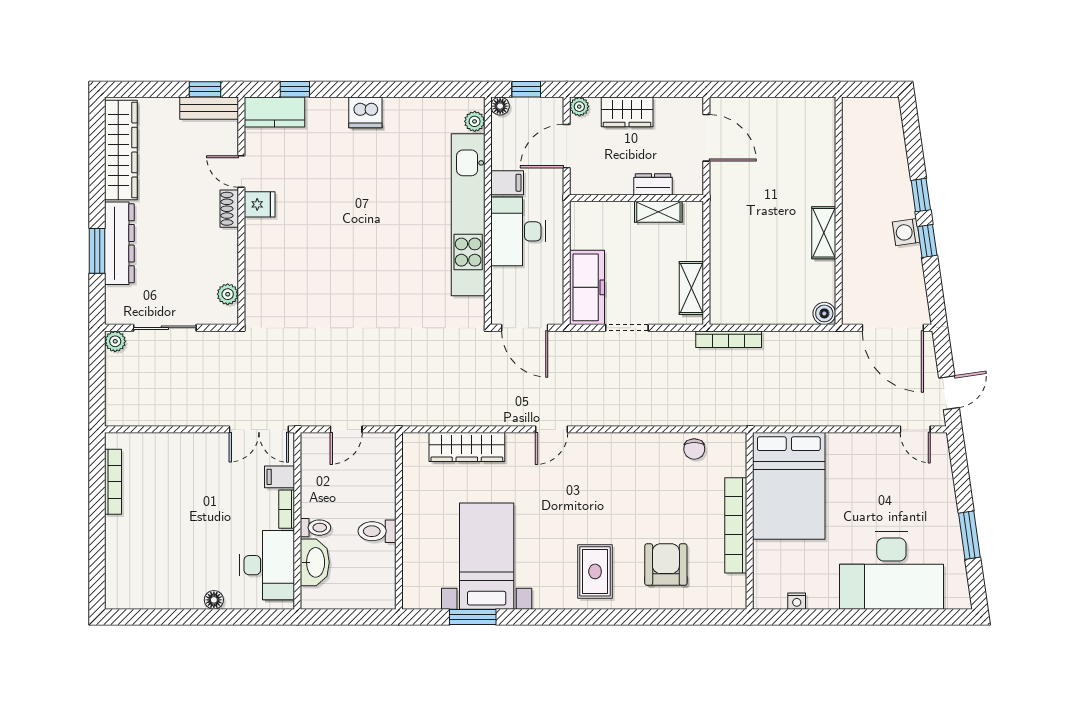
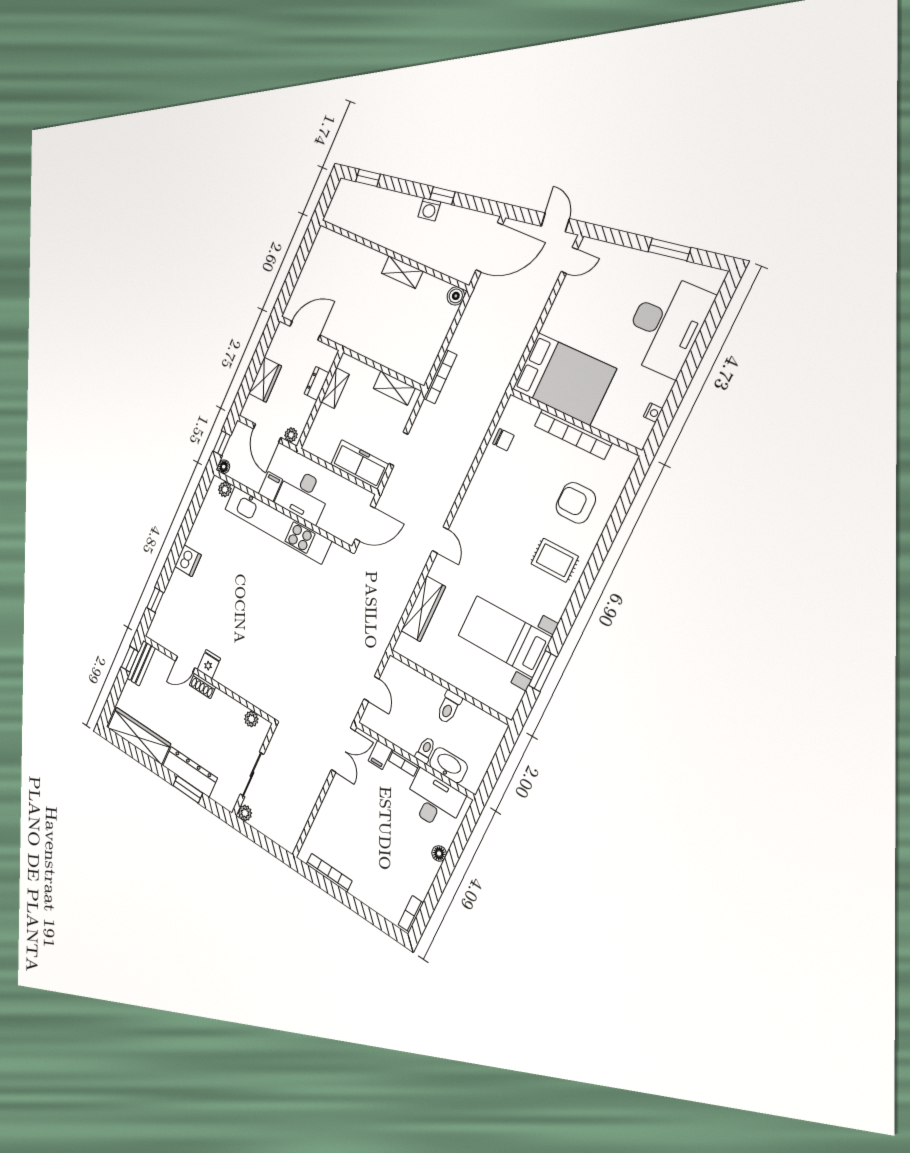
plant: (579, 107) -> (291, 435), moved
kitchen counter: (275, 112) -> (162, 621), removed
window: (921, 195) -> (368, 178), moved
bookcase: (129, 601) -> (411, 914), added

